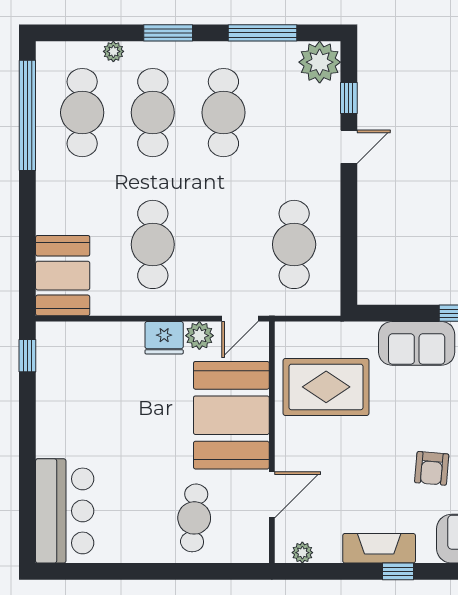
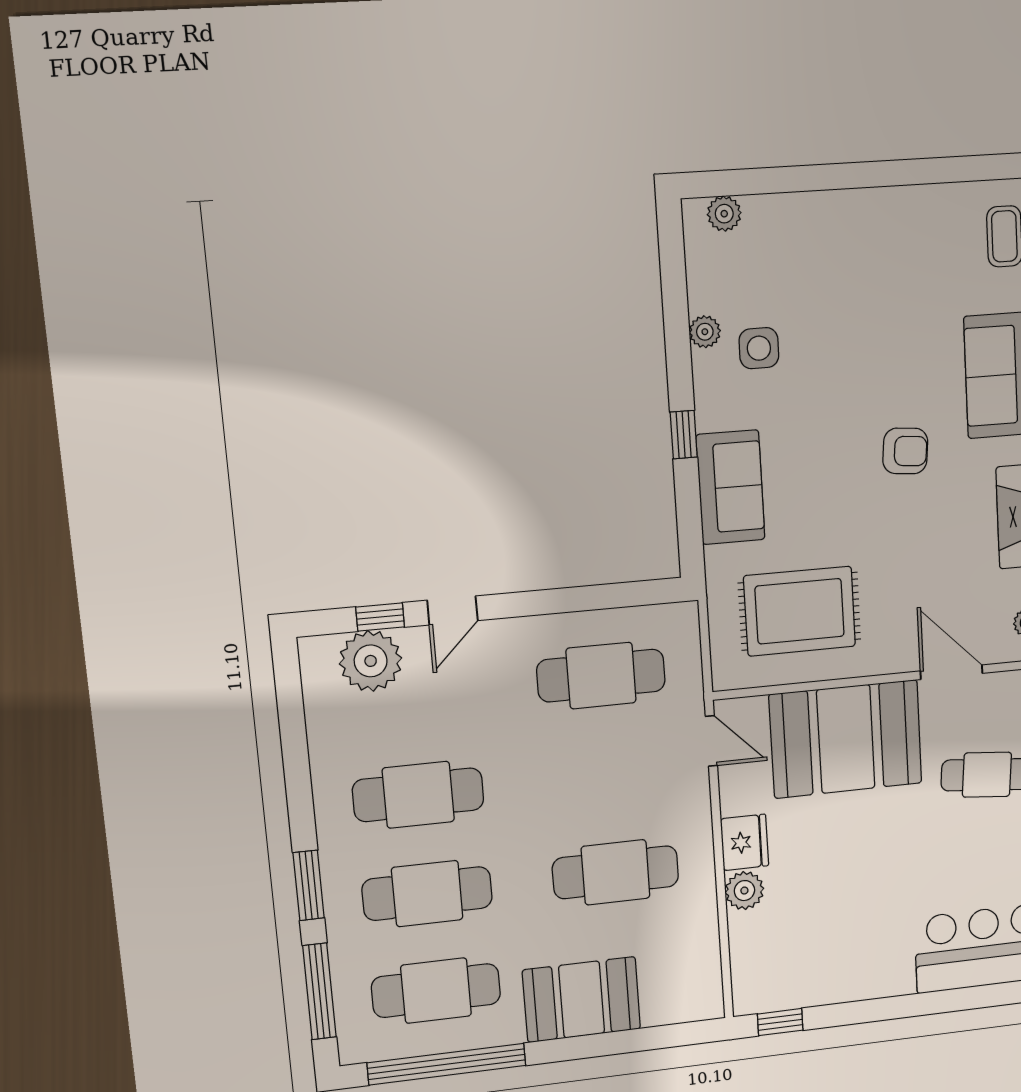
window: (263, 33) -> (319, 991), moved
plant: (113, 51) -> (344, 958), removed
plant: (320, 62) -> (371, 661), moved
door: (349, 147) -> (453, 610), swing flipped
booth: (63, 276) -> (582, 999), moved
plant: (199, 336) -> (744, 891), moved
rug: (326, 387) -> (800, 611), turned 90

